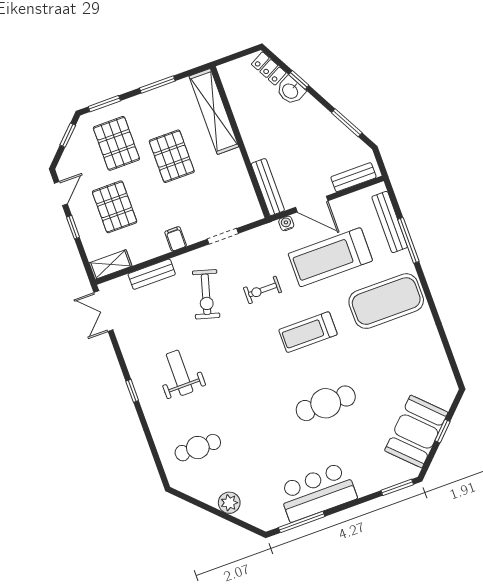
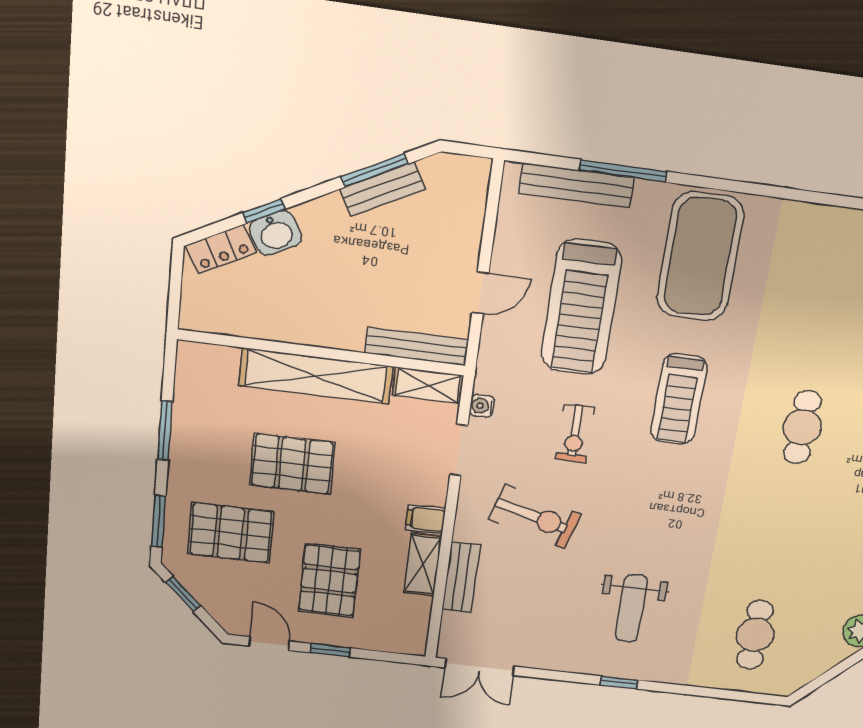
shelving: (214, 111) -> (316, 376), moved
bench: (354, 177) -> (382, 189), moved, turned 62
shelving: (250, 203) -> (428, 385), added
door: (312, 204) -> (480, 293), width x0.73
pallet: (115, 207) -> (329, 580), turned 90
water cooler: (286, 223) -> (482, 406), moved
shelving: (110, 264) -> (423, 565), moved
weight bench: (180, 373) -> (631, 608), turned -90
cafe table: (326, 403) -> (802, 427), width x0.73, depth x0.74

